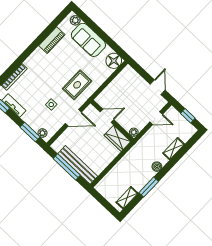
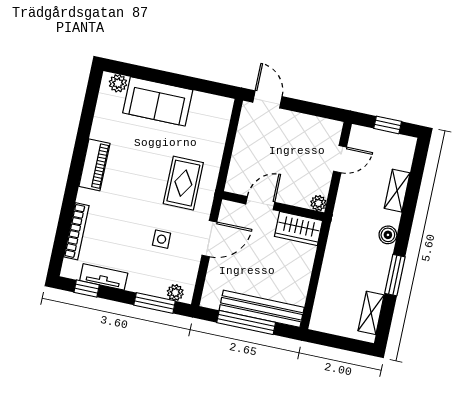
piano: (52, 40) -> (94, 165), moved
floor lamp: (114, 61) -> (218, 110), removed
door: (158, 87) -> (267, 99), moved

